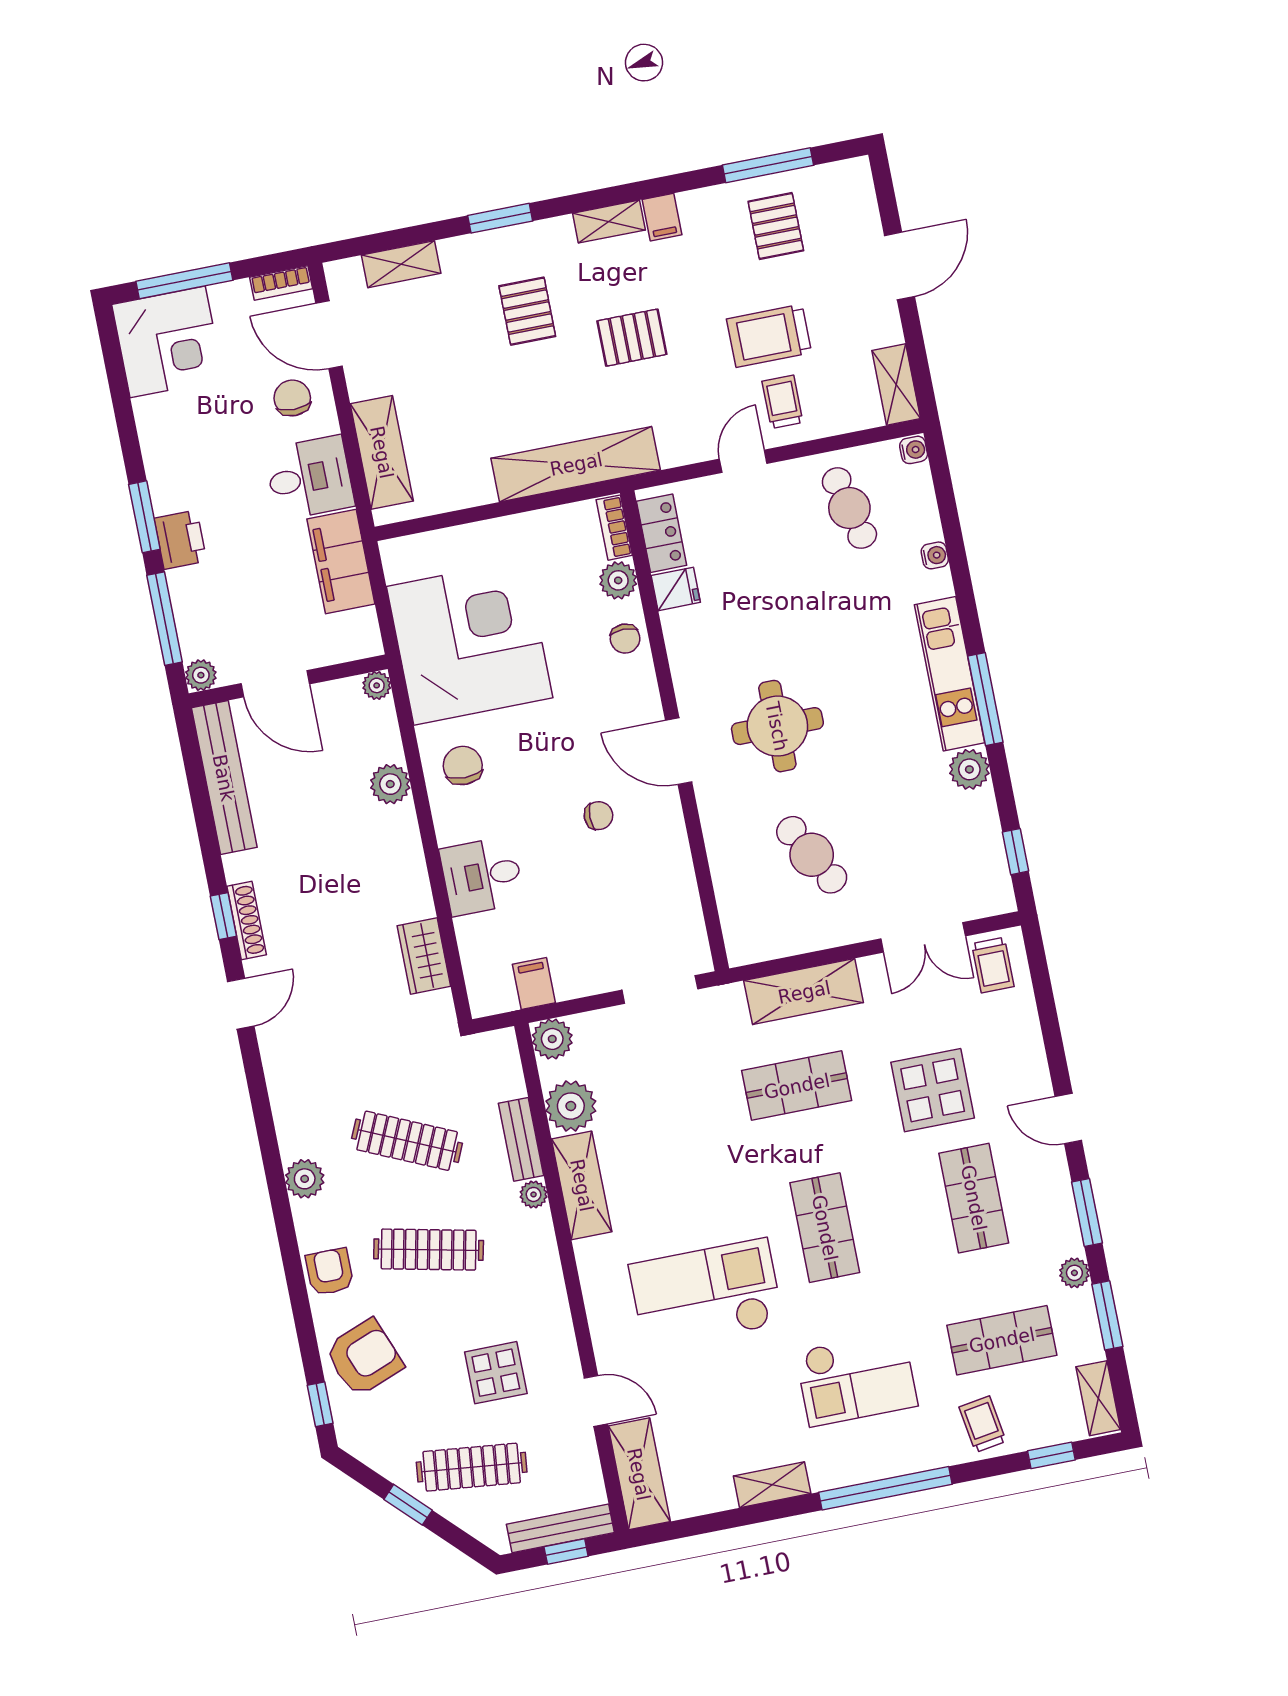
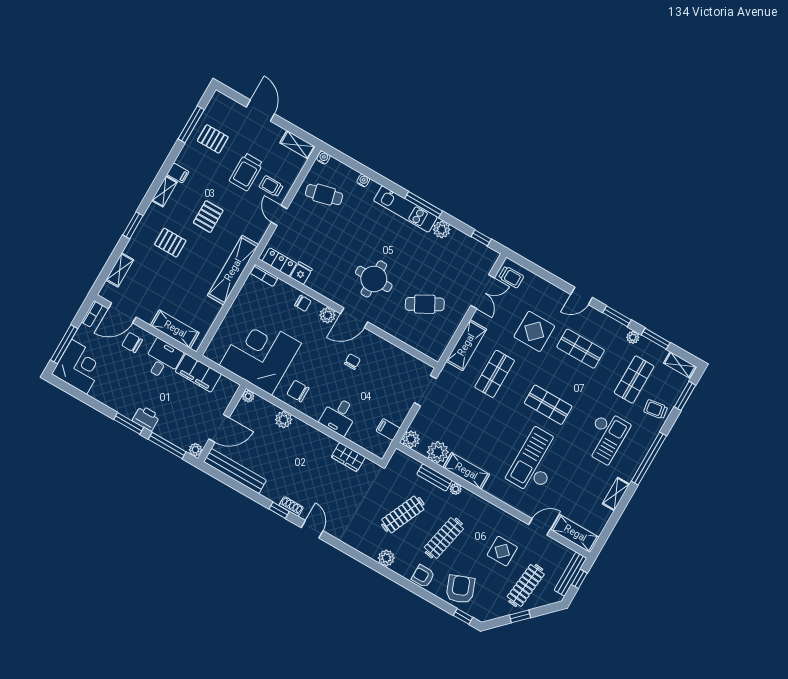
plant: (618, 580) -> (327, 315), moved
shoe rack: (247, 920) -> (291, 506), width x0.70
window: (1051, 1455) -> (685, 396), width x1.50

